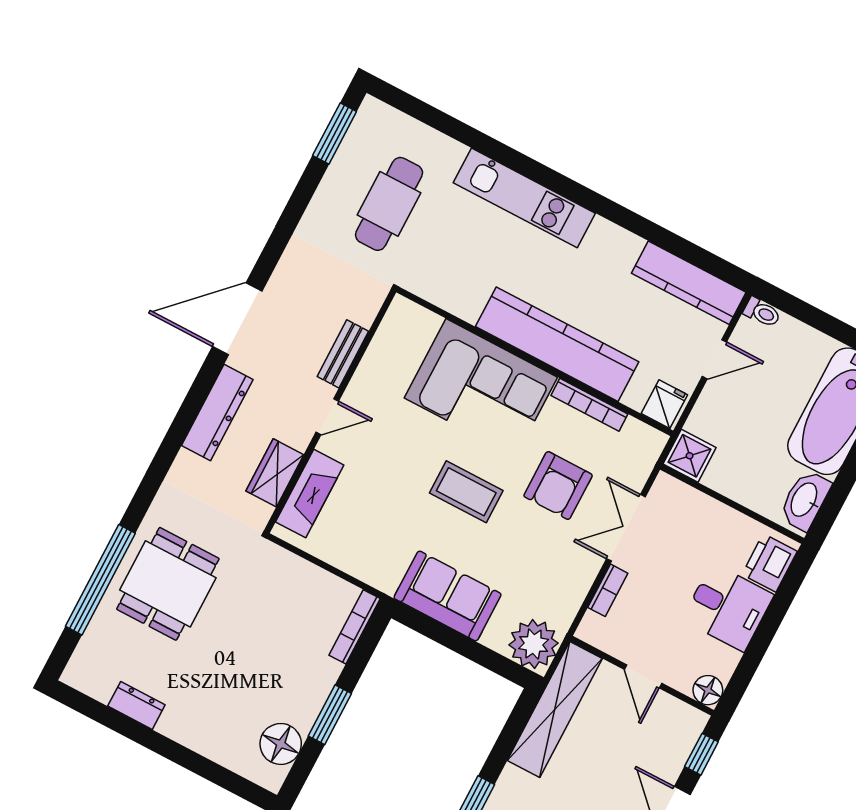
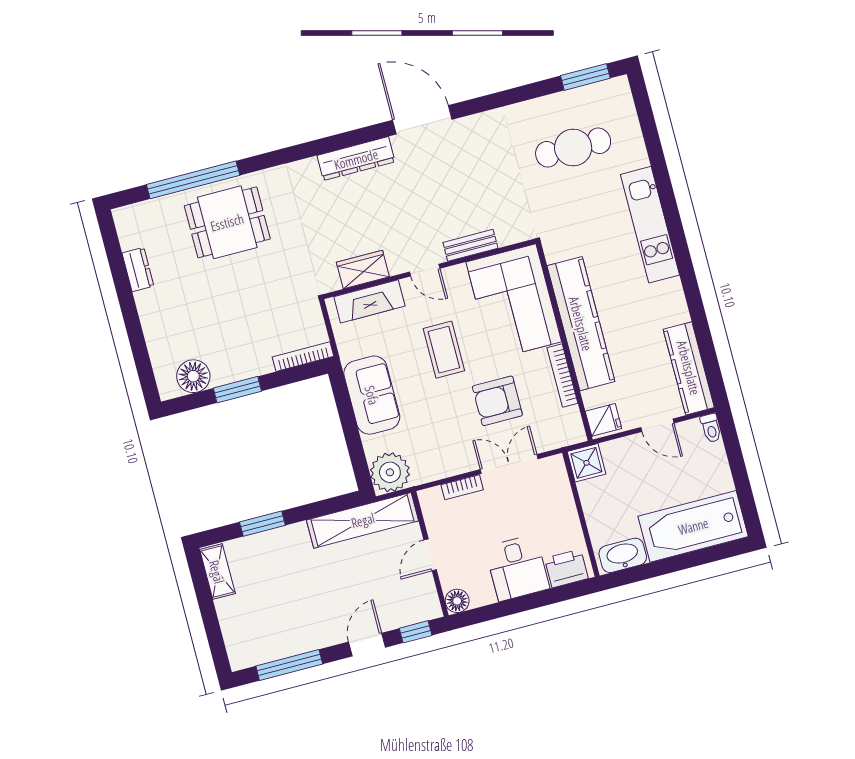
bench: (343, 354) -> (470, 245), moved
wall: (330, 411) -> (429, 269), moved
door: (327, 417) -> (425, 270), moved
wardrobe: (275, 473) -> (363, 269), moved
fireplace: (310, 494) -> (369, 301), moved

